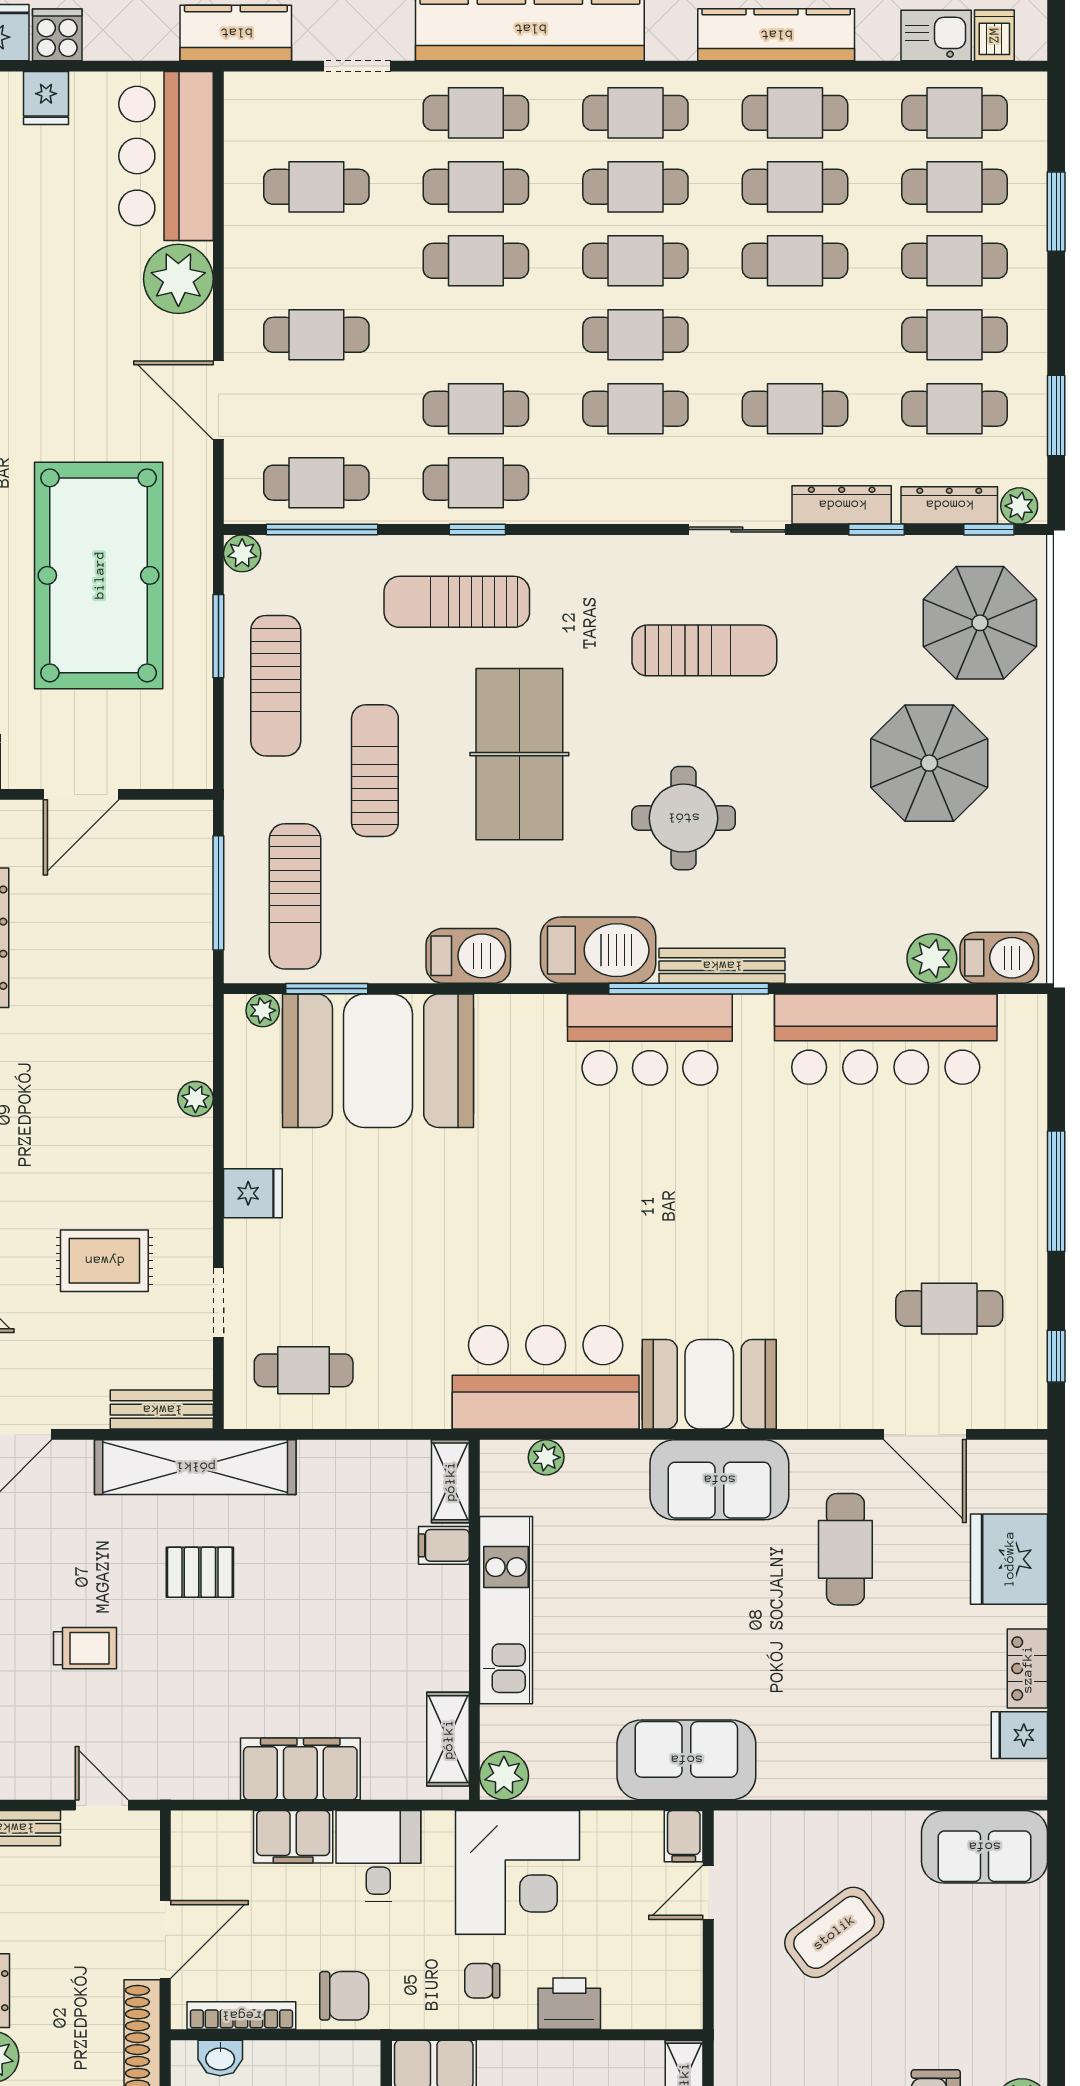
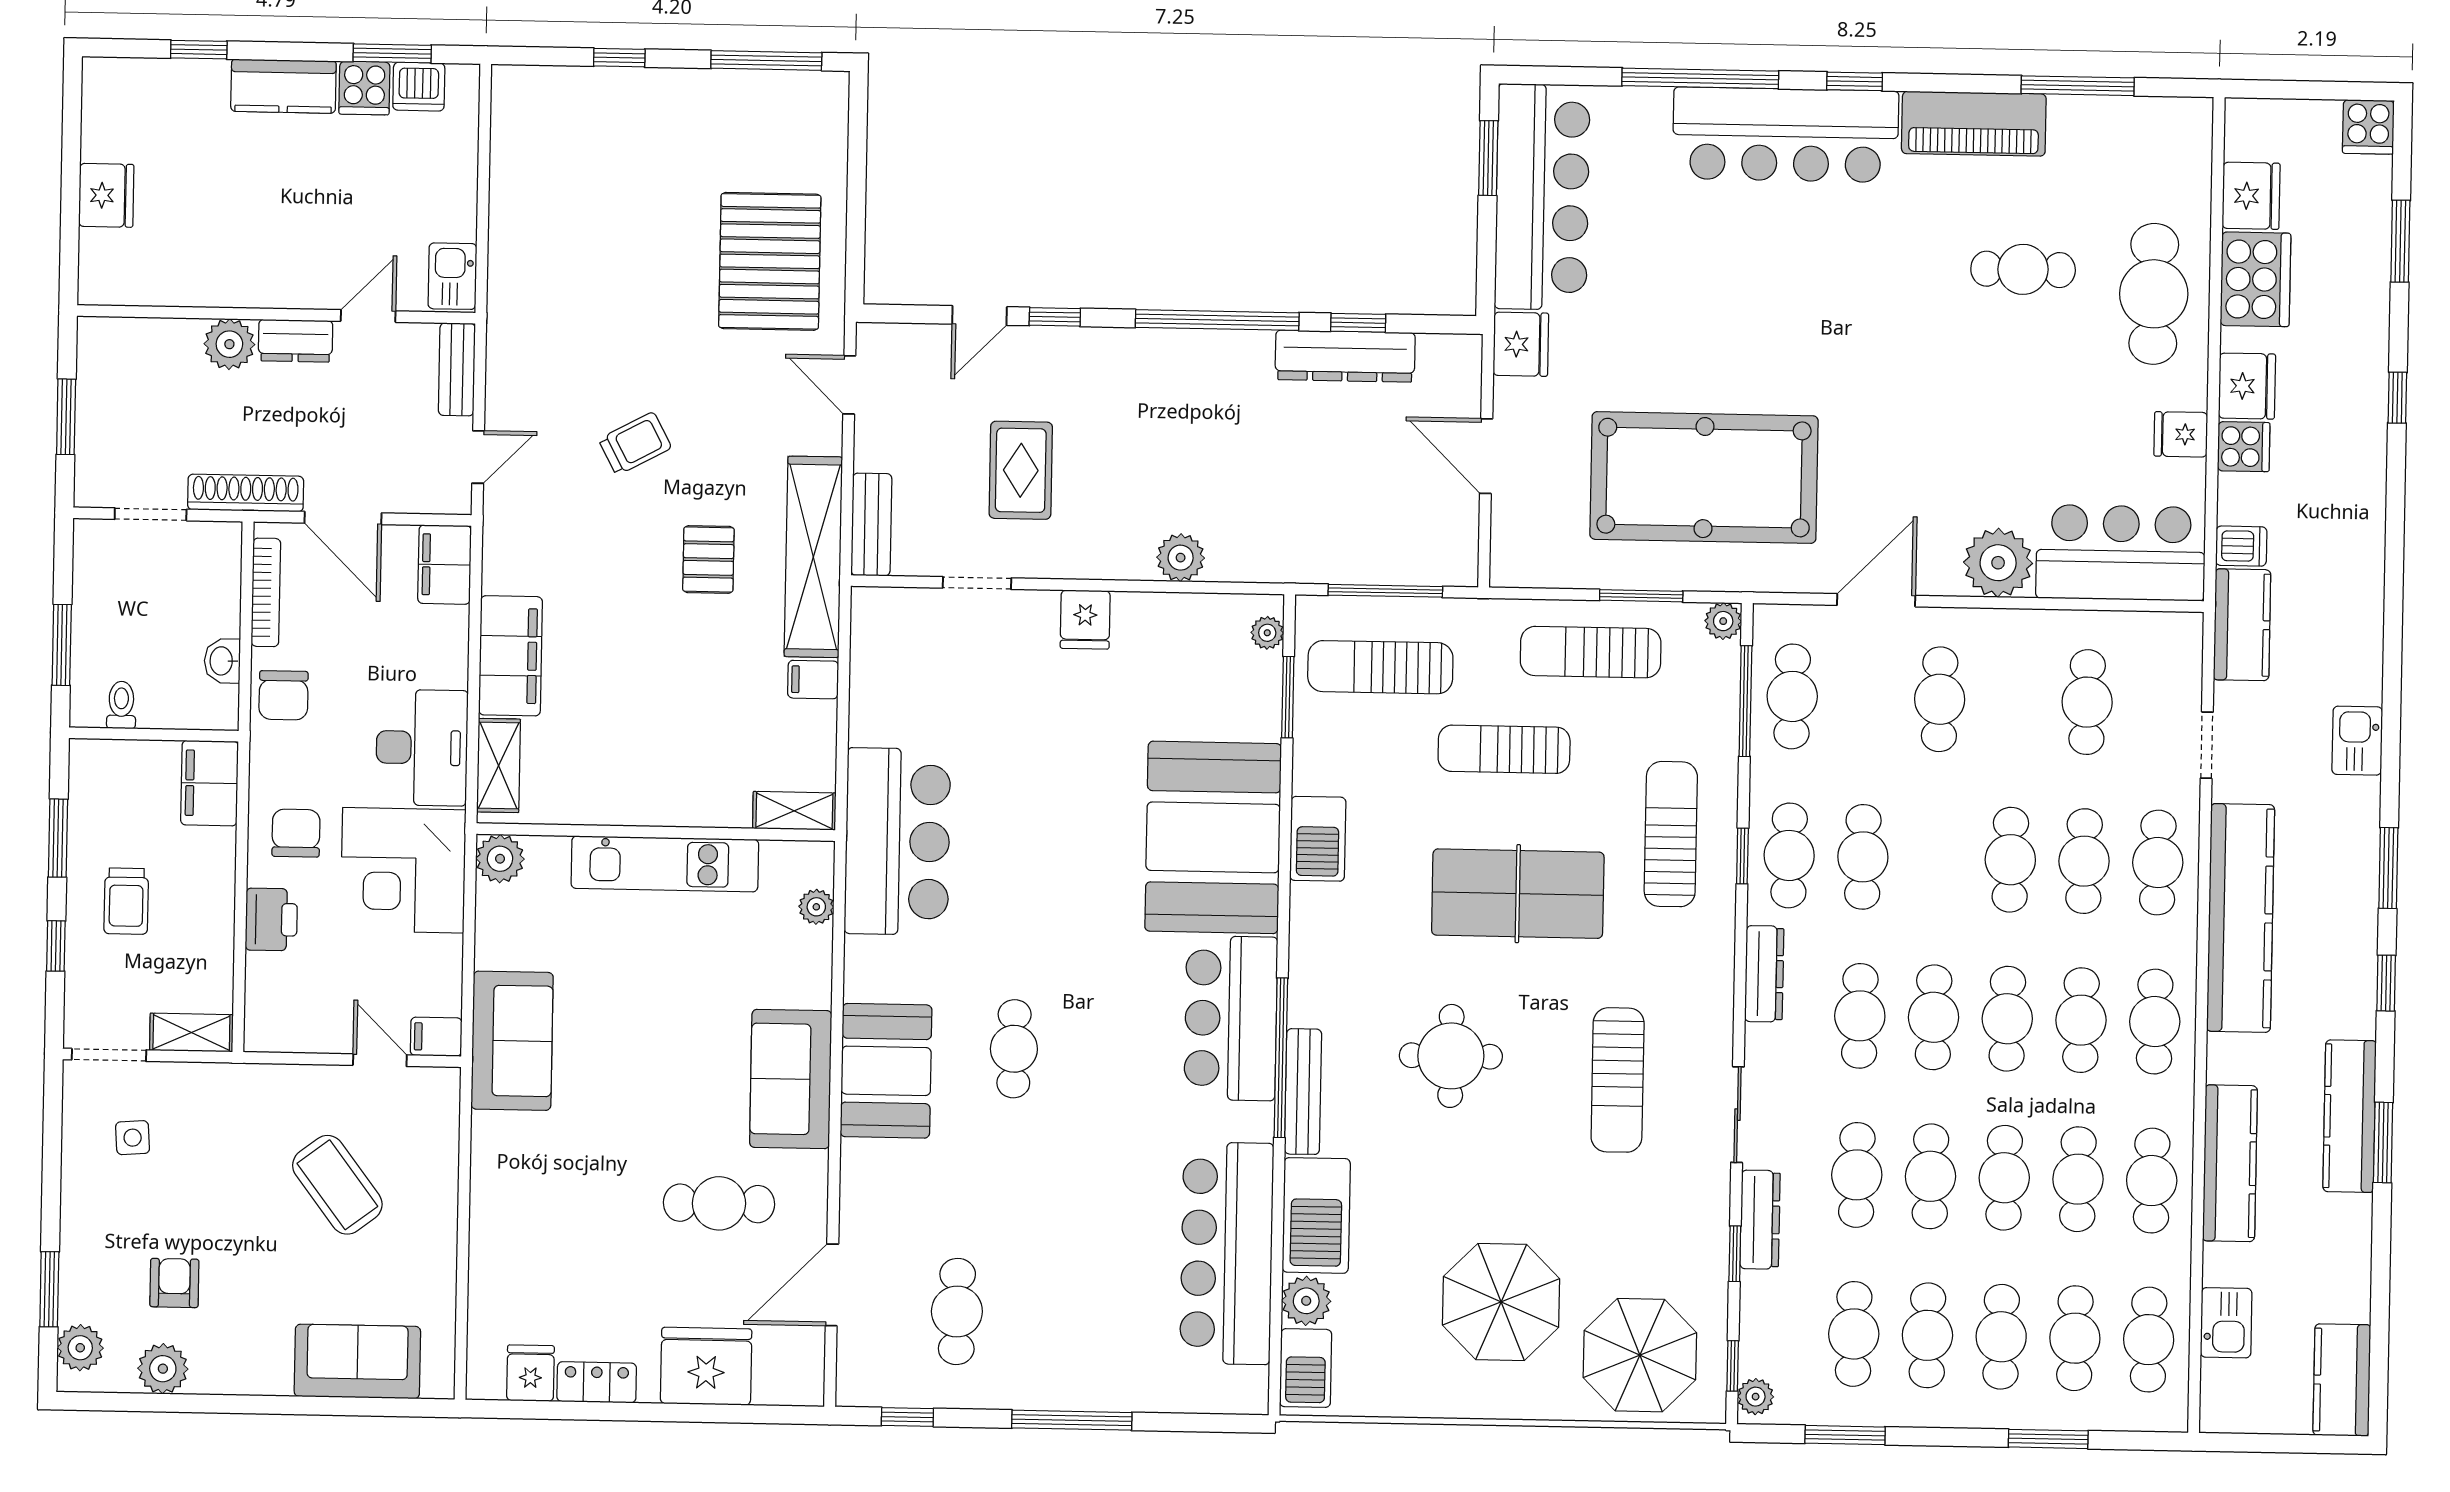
dishwasher: (994, 35) -> (2241, 546), moved
cafe table: (795, 335) -> (1930, 1176), added
dresser: (949, 505) -> (1764, 974), moved
sun lounger: (375, 771) -> (1504, 749), turned 180
barbecue: (598, 950) -> (1316, 1215), moved
booth: (378, 1061) -> (1213, 837), moved
plant: (195, 1099) -> (1181, 558), width x1.38, depth x1.38
cafe table: (304, 1370) -> (1014, 1049), moved
bar counter: (546, 1377) -> (897, 841), moved
filing cabinet: (444, 1545) -> (813, 680), moved, turned -90
trolley: (85, 1648) -> (635, 444), turned -118
shelving: (448, 1739) -> (499, 765), moved, turned 90
filing cabinet: (293, 1837) -> (445, 565), moved
sofa: (984, 1847) -> (357, 1361), moved, turned 90
desk: (378, 1856) -> (422, 748), width x1.37
chair: (482, 1981) -> (296, 833), width x1.37, depth x1.37
washbasin: (220, 2058) -> (222, 661), moved

